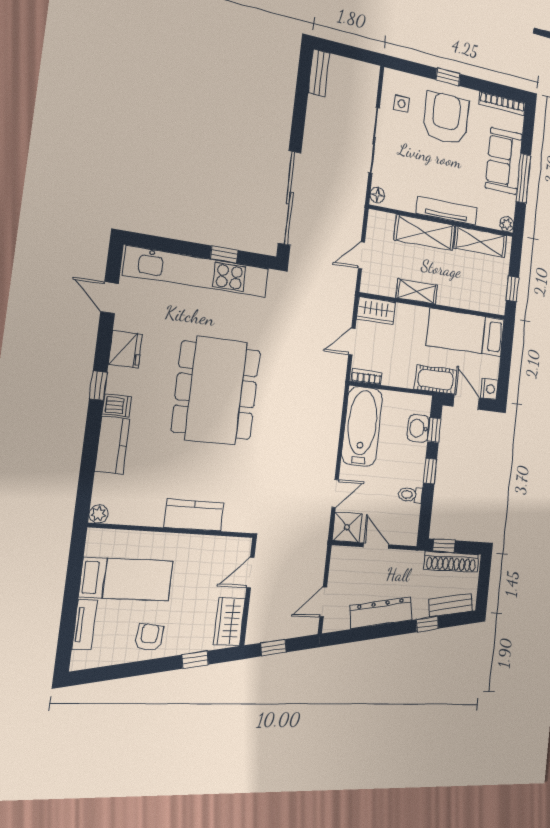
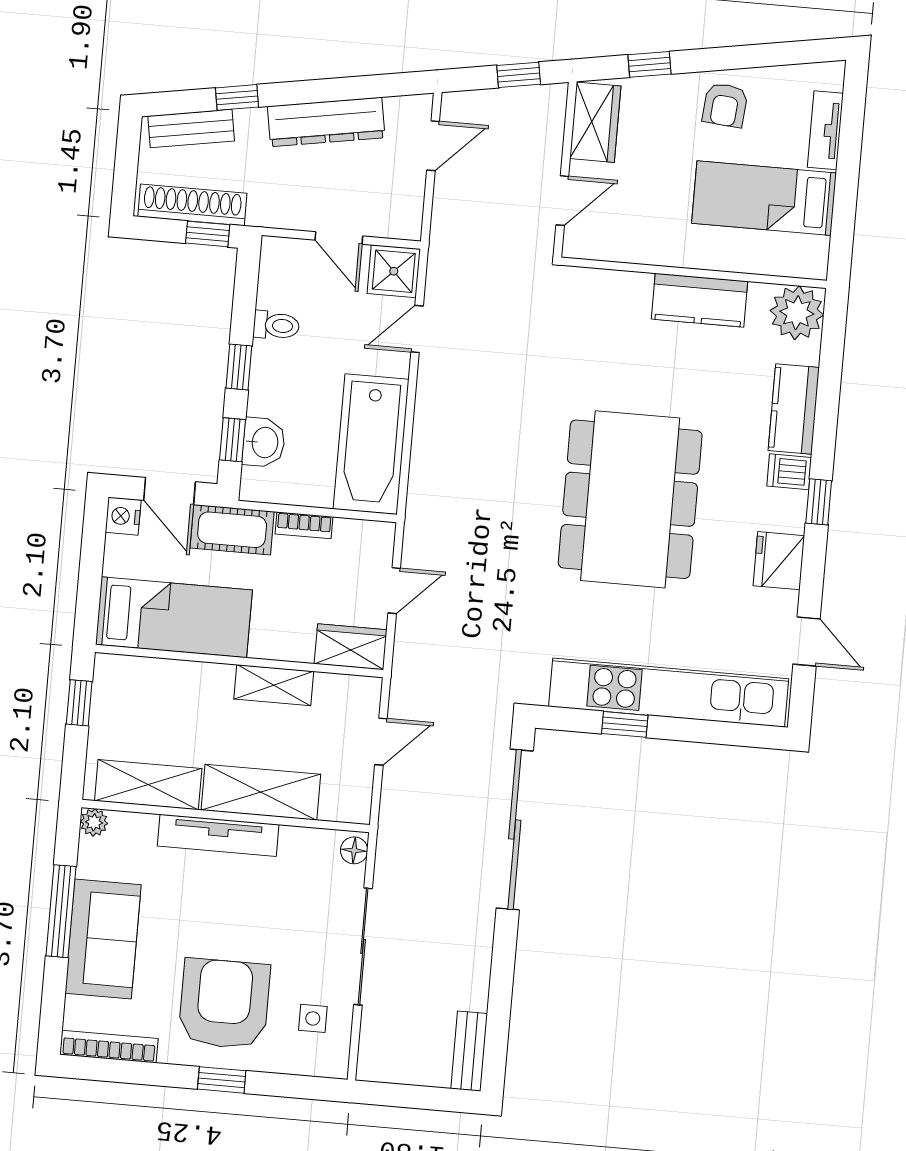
armchair: (446, 118) -> (224, 1004), turned 180
bookcase: (366, 377) -> (304, 525), moved
plant: (99, 514) -> (797, 313), width x1.88, depth x1.88
kitchen counter: (194, 515) -> (699, 300), moved

